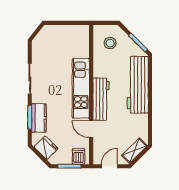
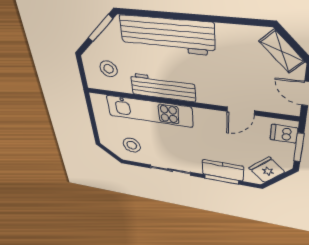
stool: (48, 51) -> (132, 145), added
kitchen unit: (81, 88) -> (149, 111), moved
workbench: (101, 99) -> (163, 88), moved

